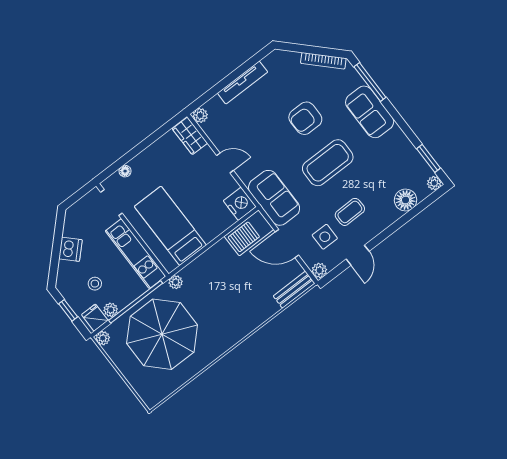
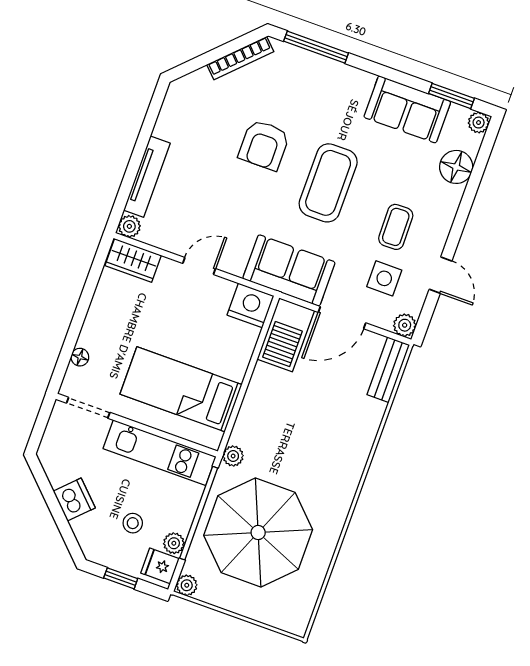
tv unit: (243, 83) -> (147, 177), moved
sofa: (370, 112) -> (407, 109), moved

